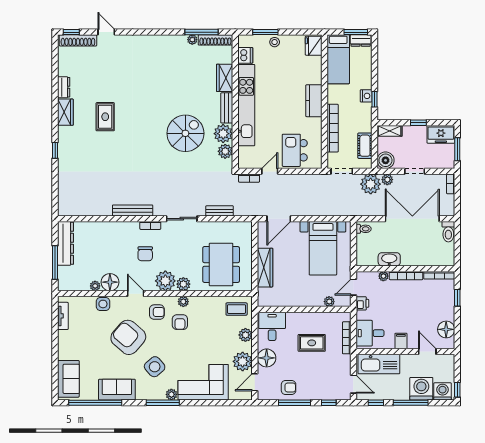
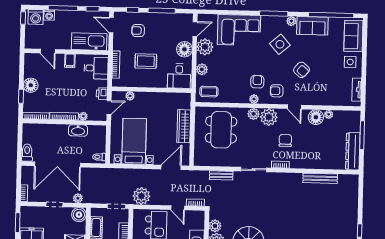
door: (270, 171) -> (178, 208), hinge flipped
plant: (371, 184) -> (141, 196), moved
bench: (133, 210) -> (320, 178), moved
side table: (103, 304) -> (350, 62), moved
floor lamp: (446, 329) -> (31, 85), moved
armchair: (128, 337) -> (302, 70), width x0.53, depth x0.53
armchair: (289, 388) -> (138, 31), moved
washing machine: (421, 389) -> (49, 15), width x0.53, depth x0.53
plant: (171, 394) -> (291, 21), moved

